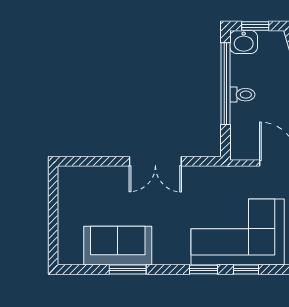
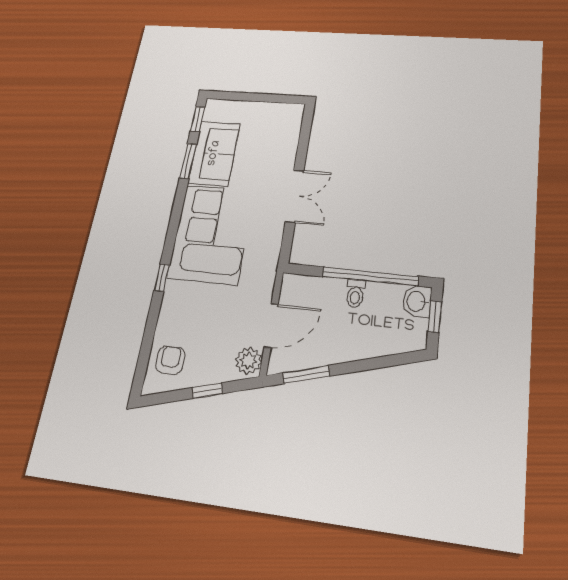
double door: (155, 161) -> (295, 196), swing flipped
corner sofa: (238, 232) -> (212, 234), moved
window: (203, 270) -> (198, 119), moved

